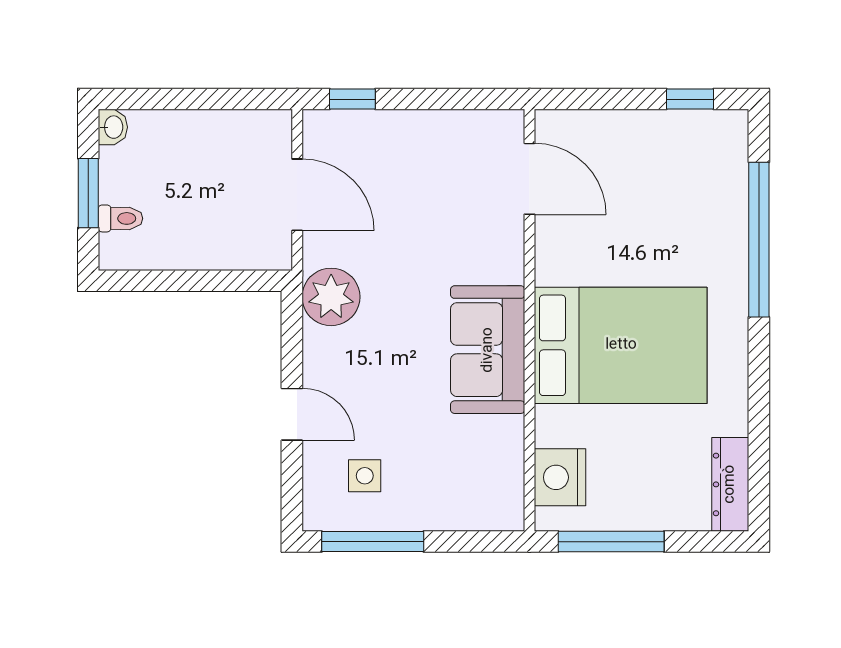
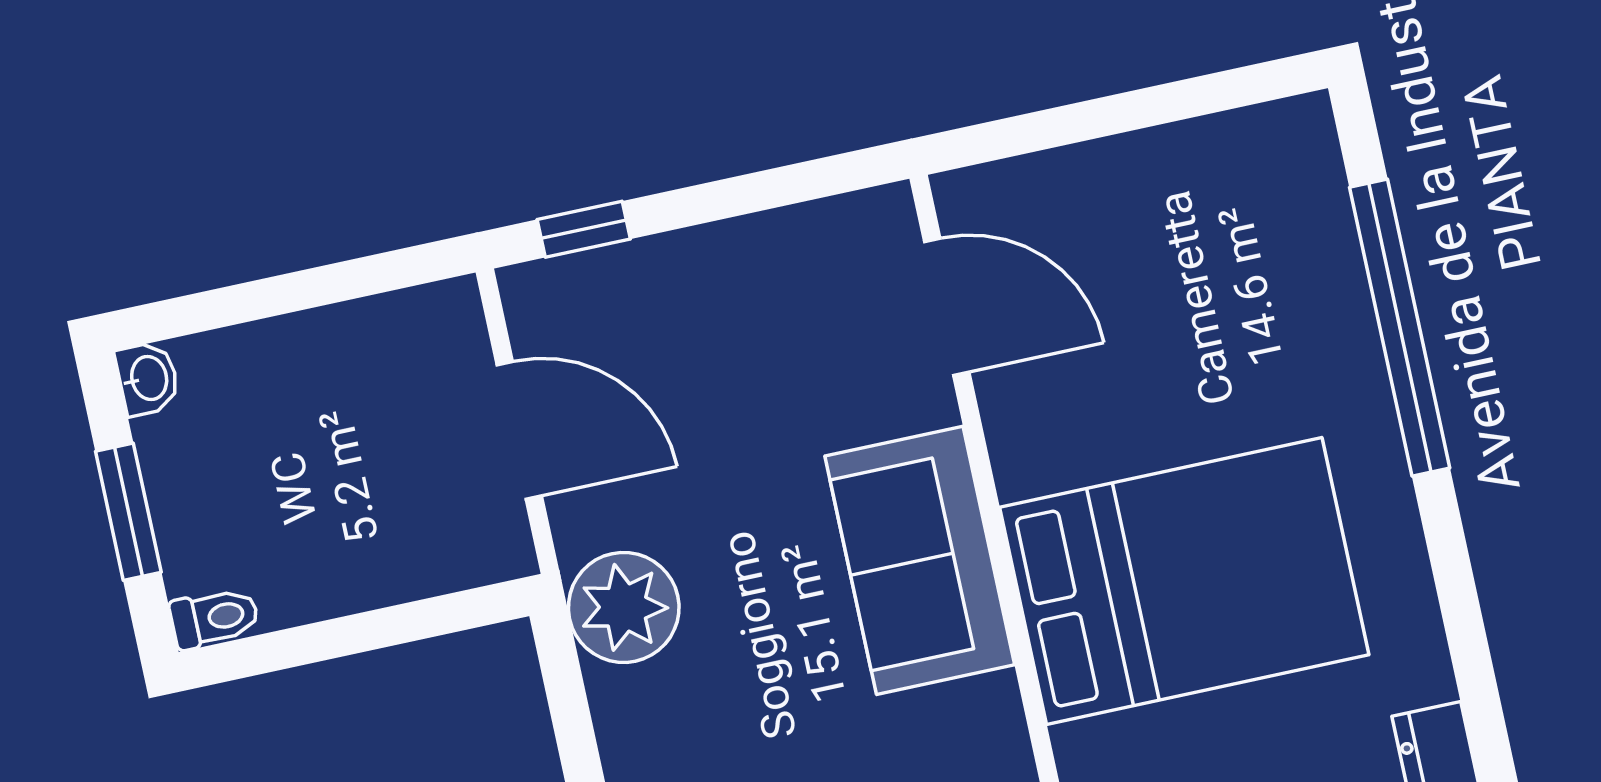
window: (690, 99) -> (1214, 93), removed
toilet: (120, 218) -> (214, 618), moved
sofa: (488, 350) -> (920, 560), moved

